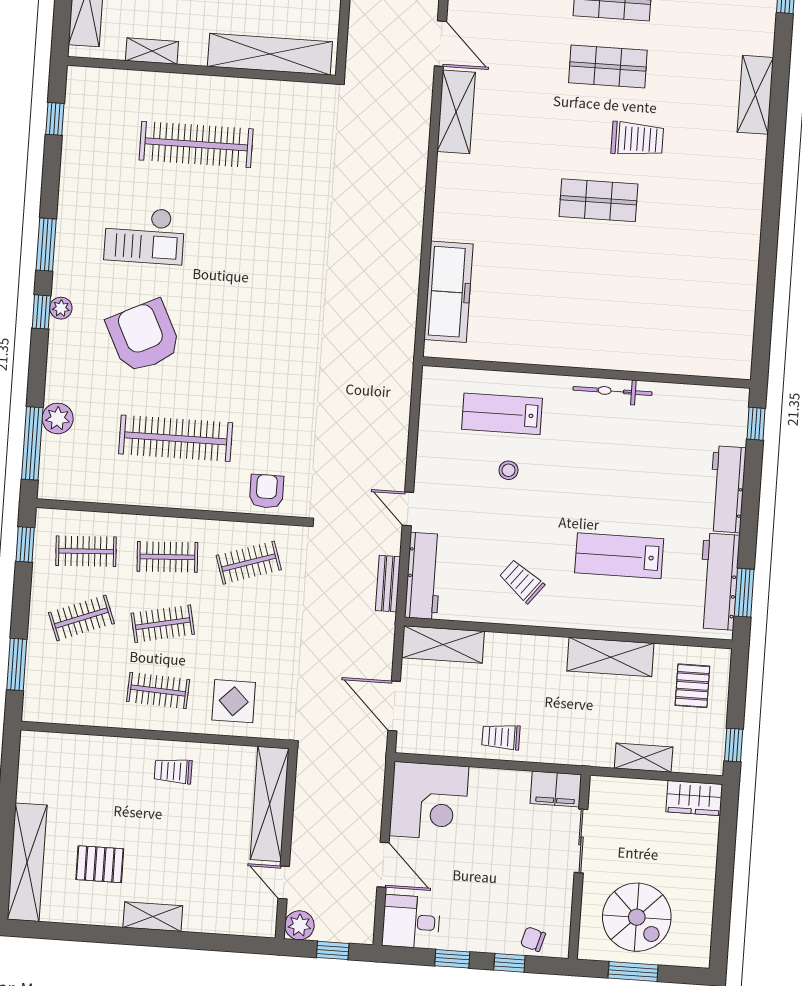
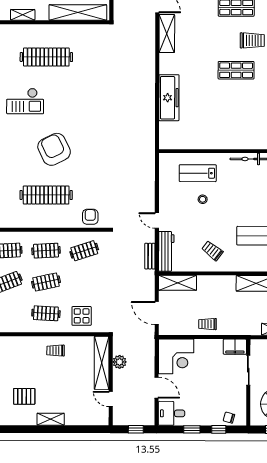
freezer: (448, 292) -> (169, 98), moved
armchair: (144, 336) -> (54, 149), moved
plant: (299, 925) -> (120, 362), moved

